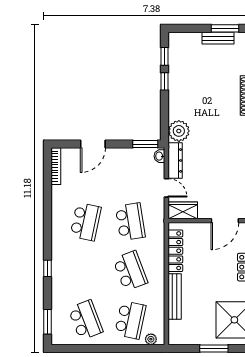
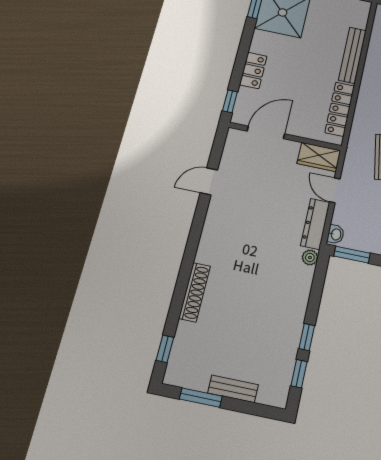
bench: (218, 38) -> (233, 389), moved
plant: (179, 131) -> (310, 257), width x0.53, depth x0.53

